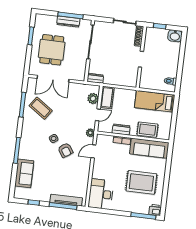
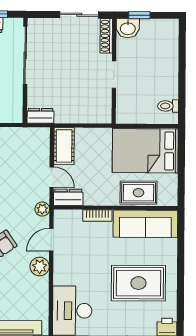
washbasin: (175, 36) -> (128, 28), moved
plant: (93, 99) -> (40, 266), moved
bed: (155, 101) -> (145, 151), width x1.50
door: (98, 115) -> (52, 177), hinge flipped
dresser: (121, 129) -> (68, 197), moved

